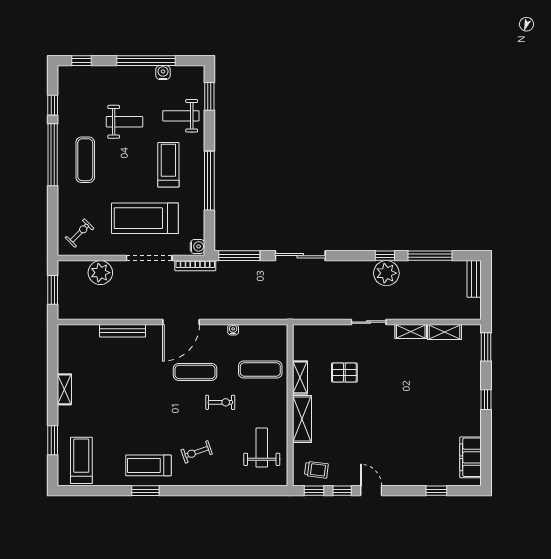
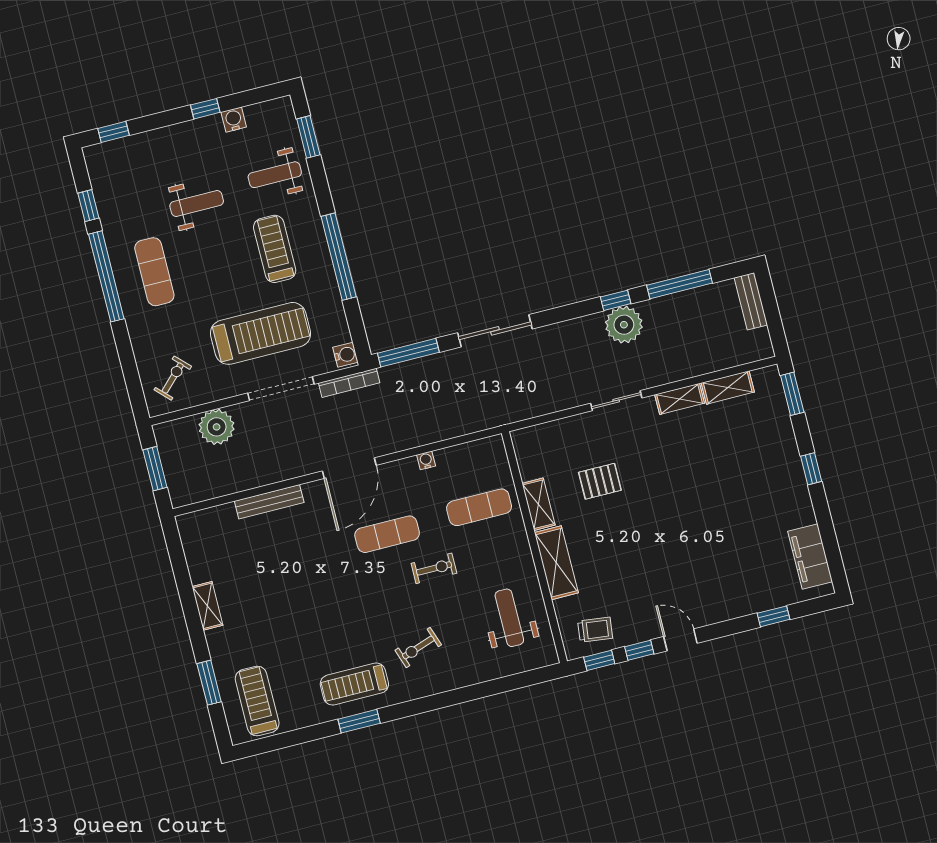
window: (146, 61) -> (205, 109), width x0.32
treadmill: (145, 218) -> (260, 333), turned 180

